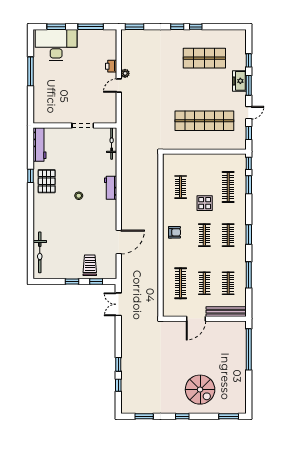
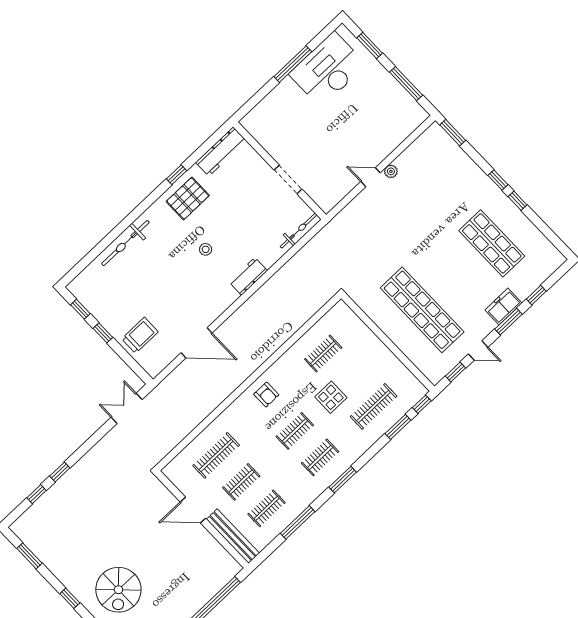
desk: (56, 45) -> (328, 69), moved, turned -90
printer: (111, 66) -> (384, 148), removed
bicycle: (40, 252) -> (125, 243), moved
window: (96, 282) -> (80, 309), moved

